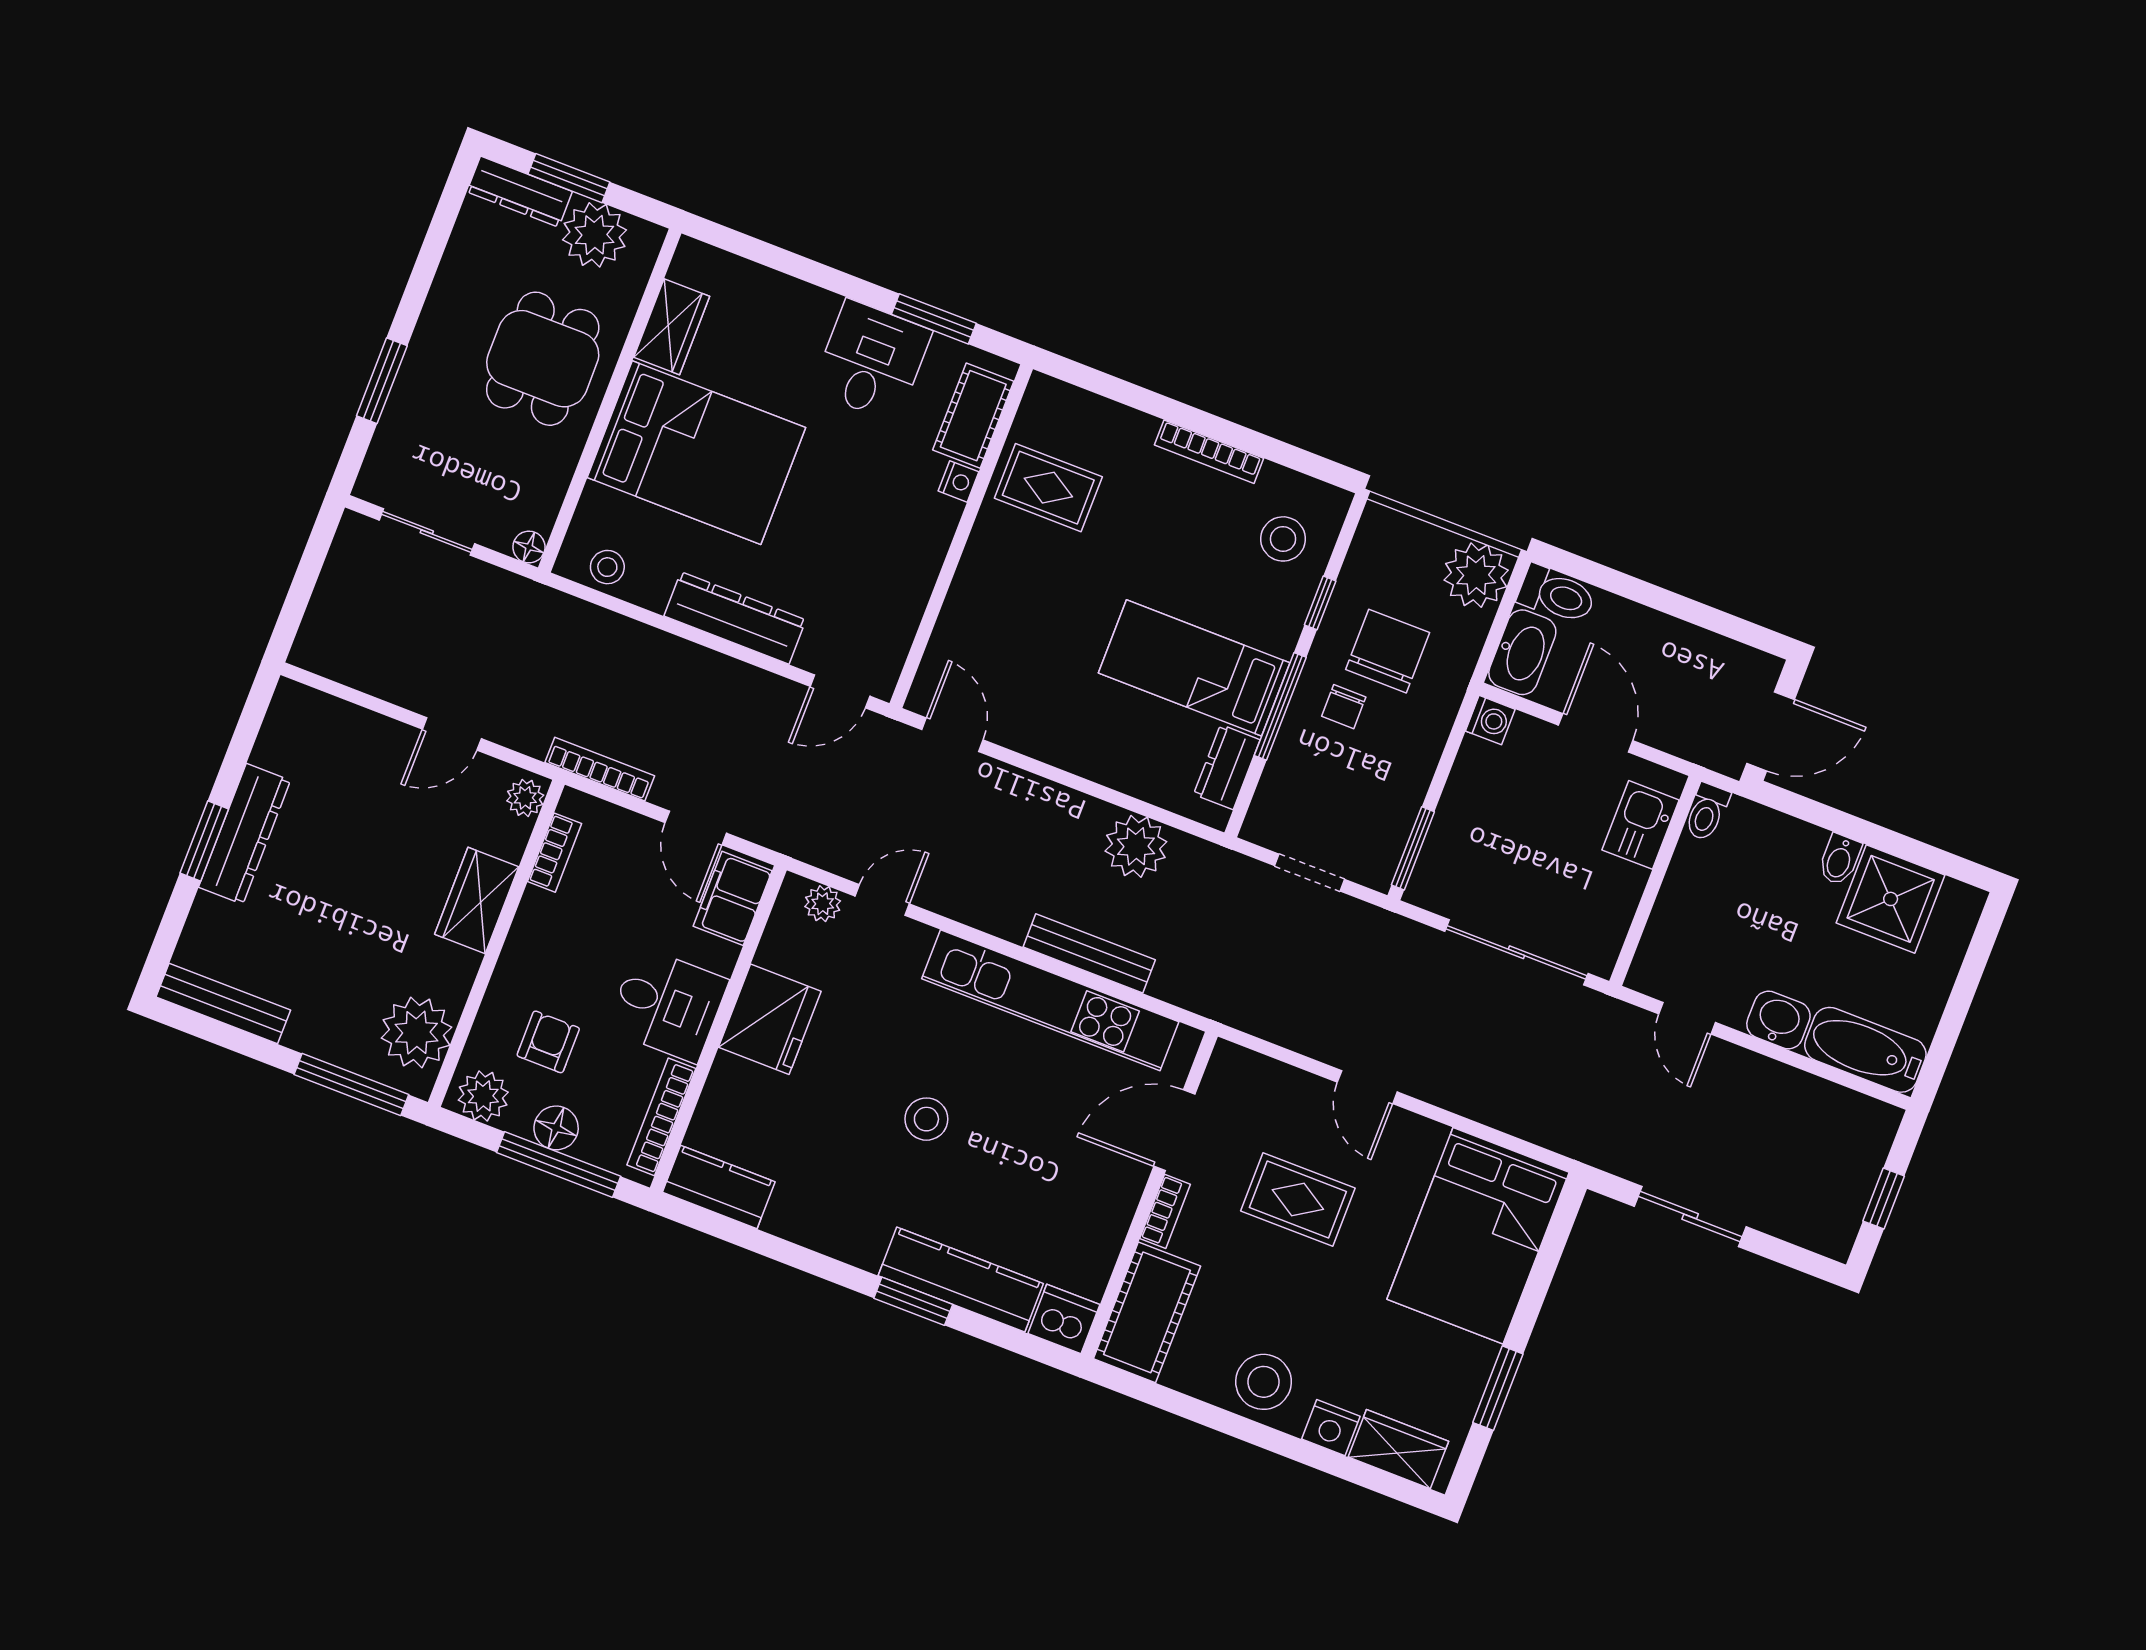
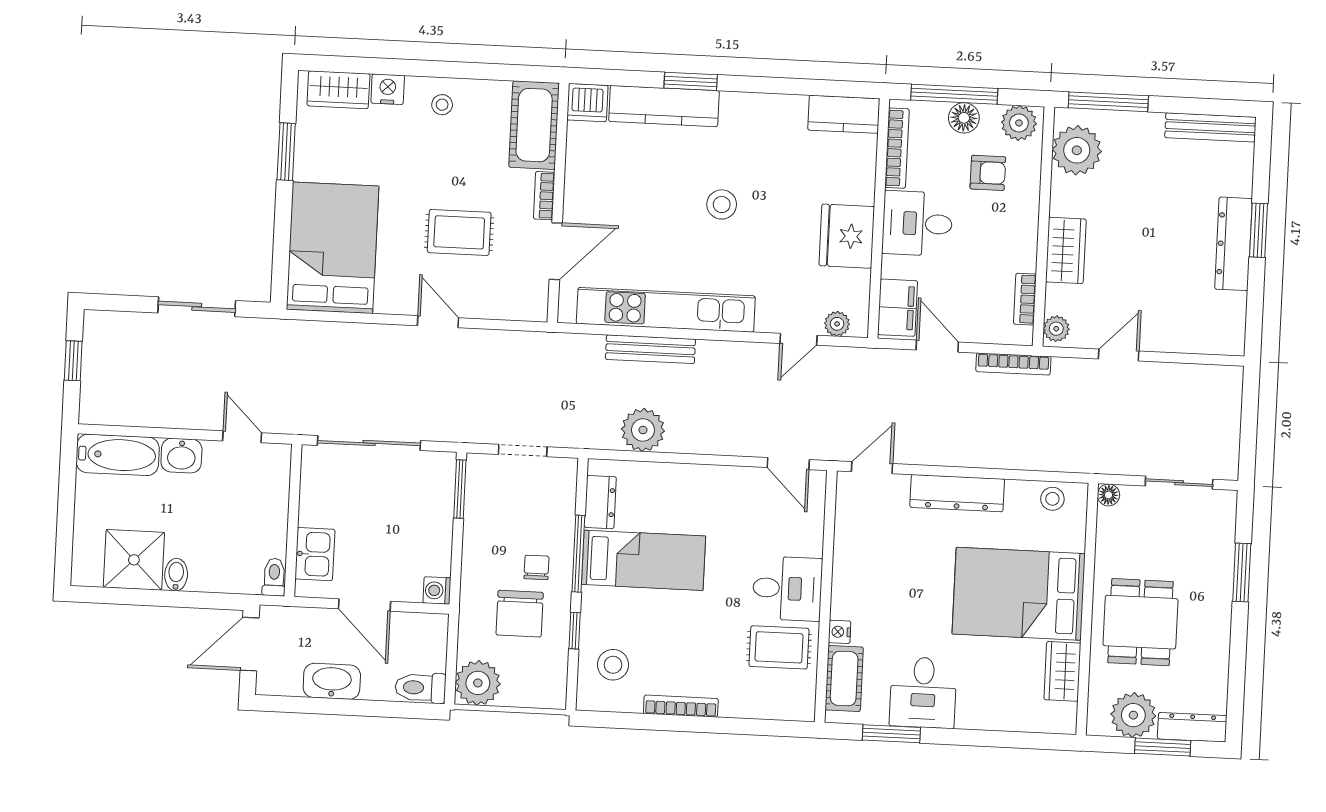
desk: (1010, 564) -> (787, 588), added
washbasin: (1522, 652) -> (332, 681), moved, turned 90
armchair: (548, 1042) -> (988, 173), turned -90
stool: (1264, 1382) -> (442, 105), width x0.53, depth x0.53

